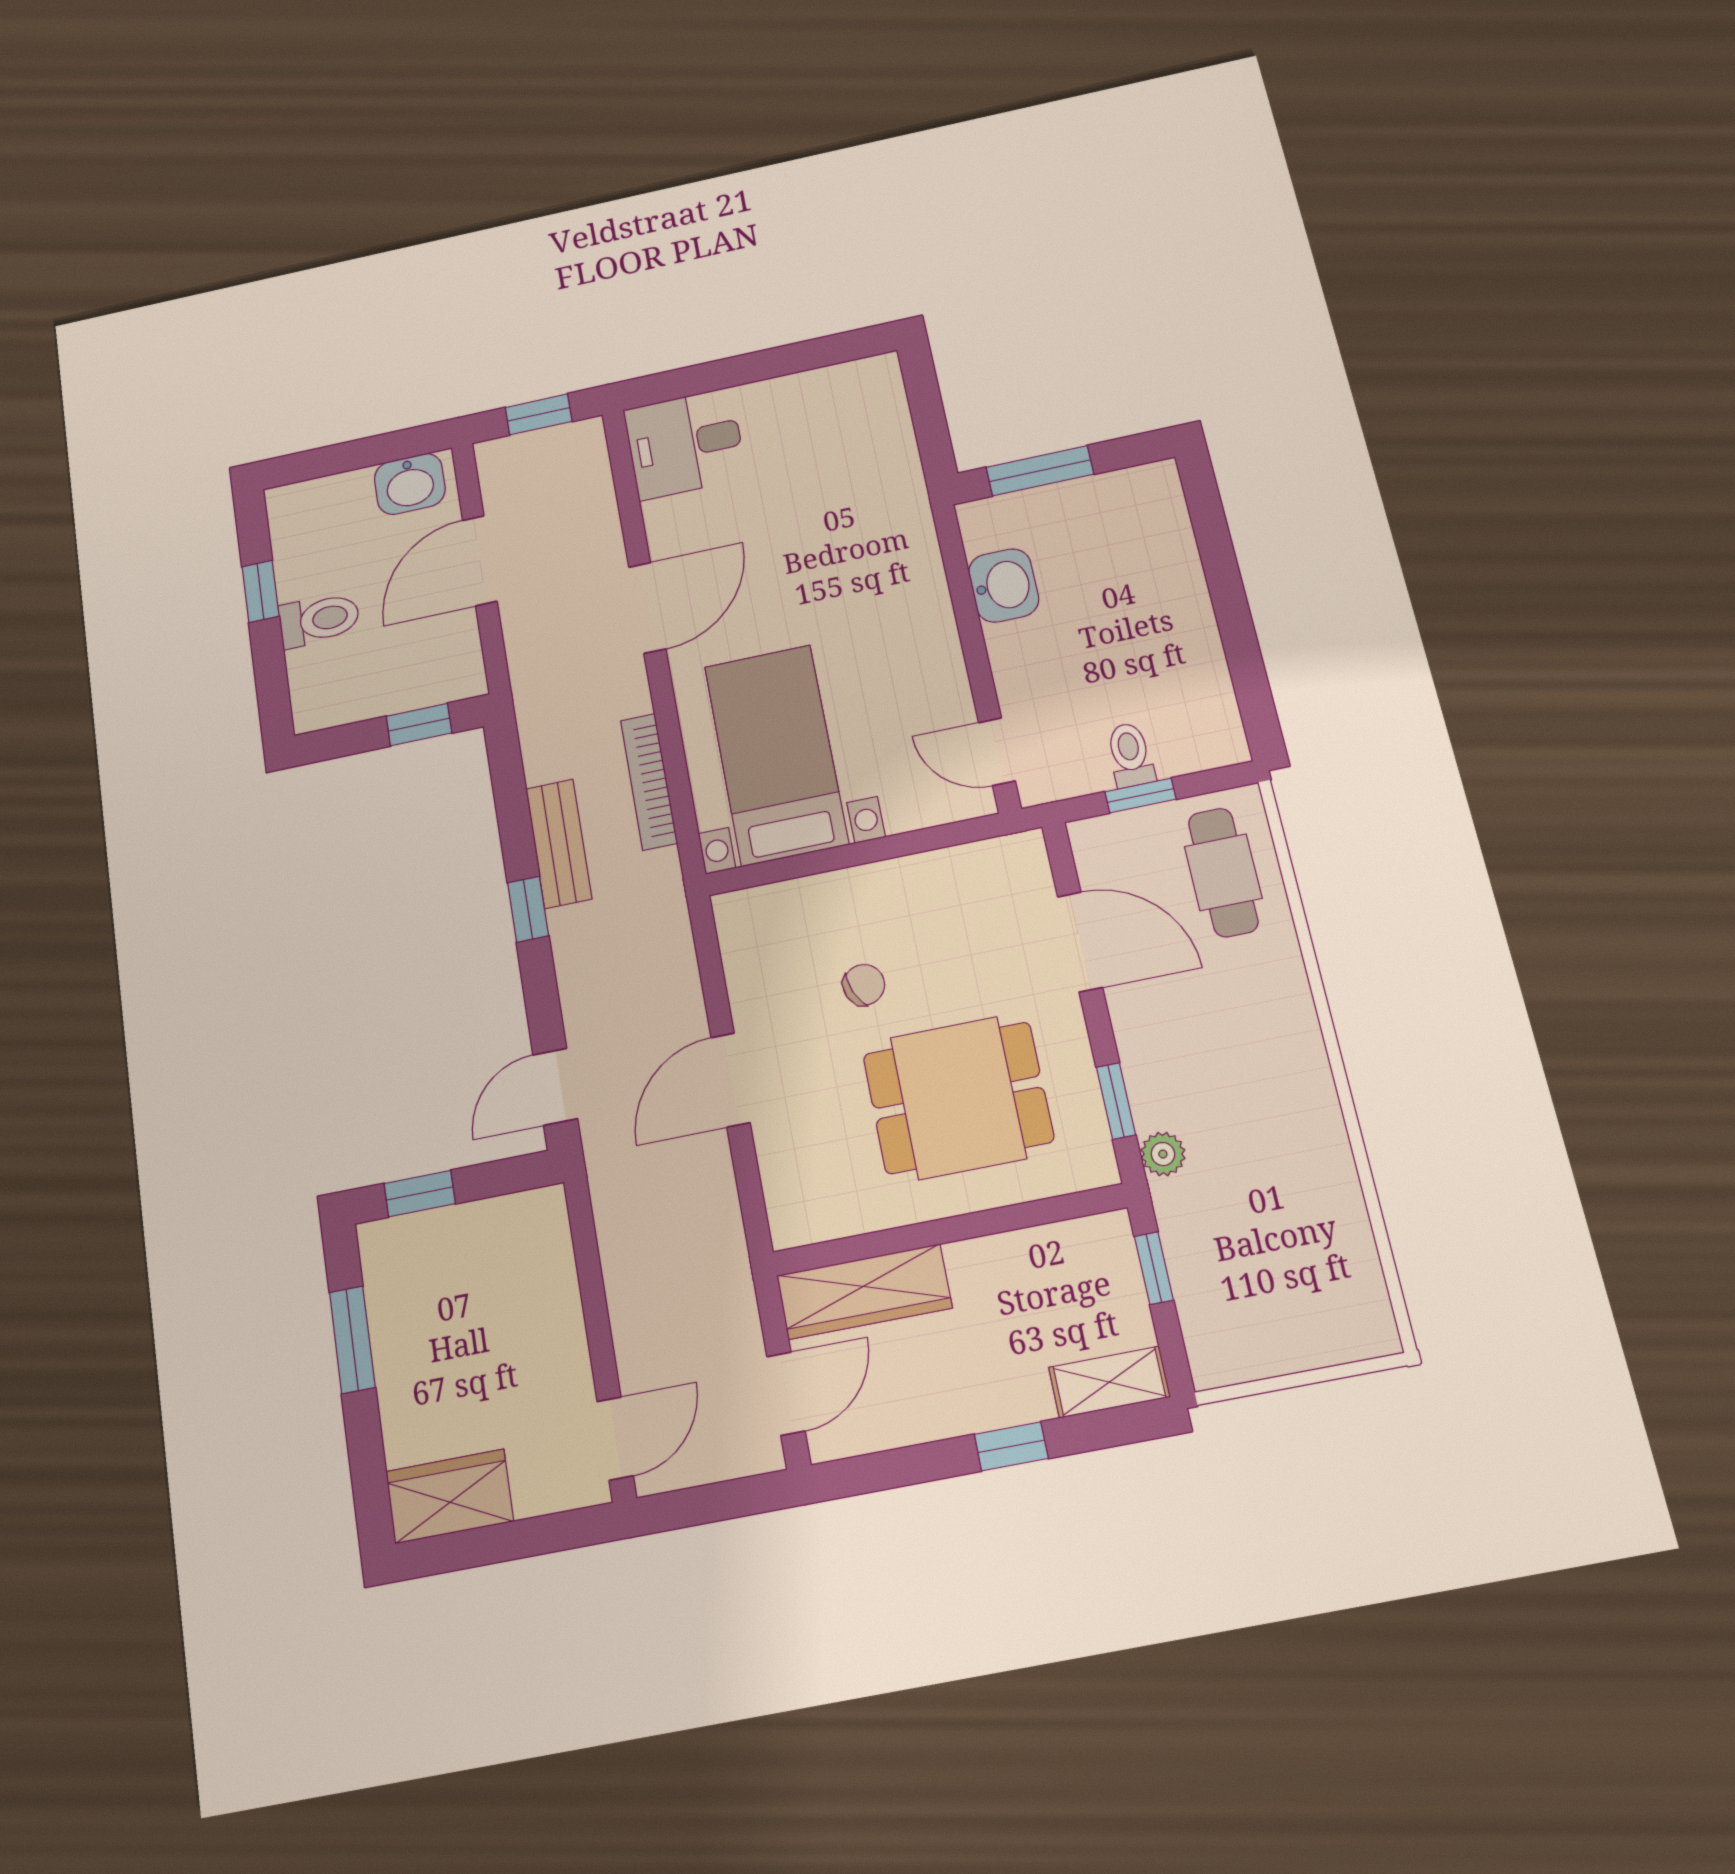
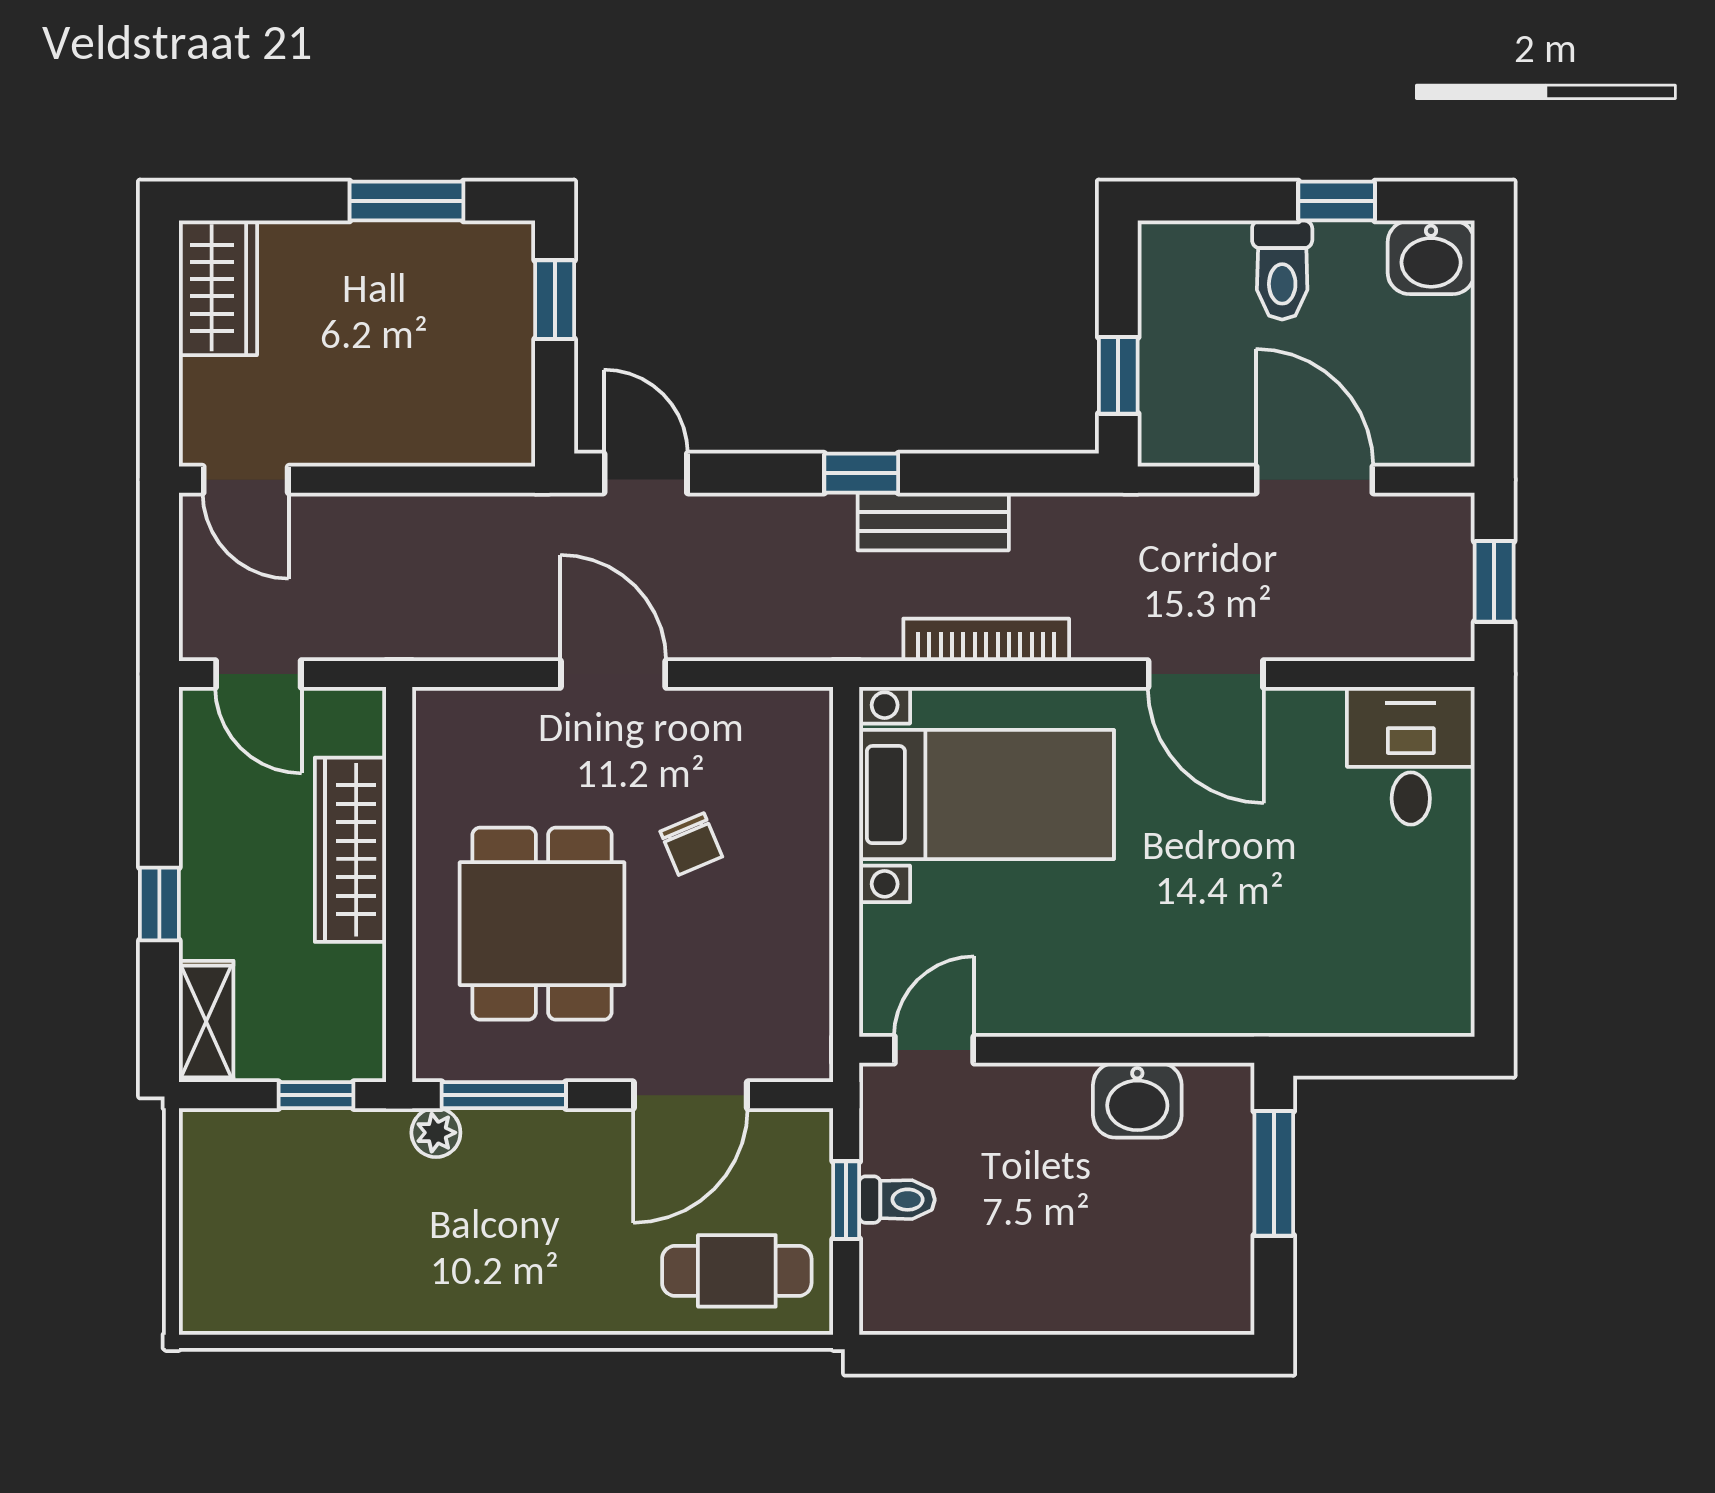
washbasin: (410, 484) -> (1431, 257), moved, turned -90
window: (1116, 1101) -> (504, 1095), width x1.50
wardrobe: (864, 1292) -> (351, 850), moved

